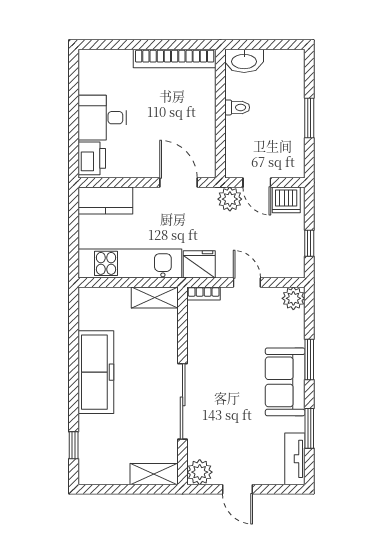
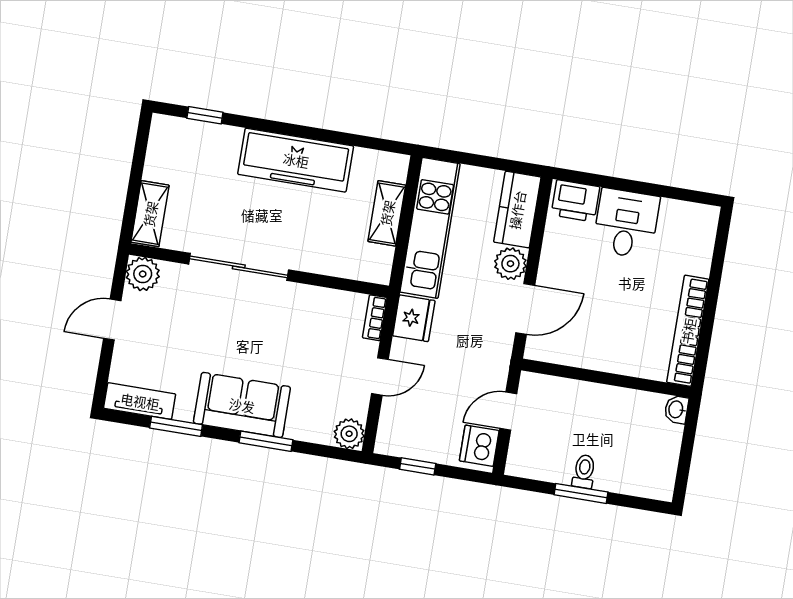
washbasin: (244, 61) -> (676, 409), width x0.52, depth x0.69
toilet: (237, 107) -> (584, 471), moved, turned 180
plant: (230, 199) -> (510, 264), moved
shelving: (155, 297) -> (387, 213), moved

